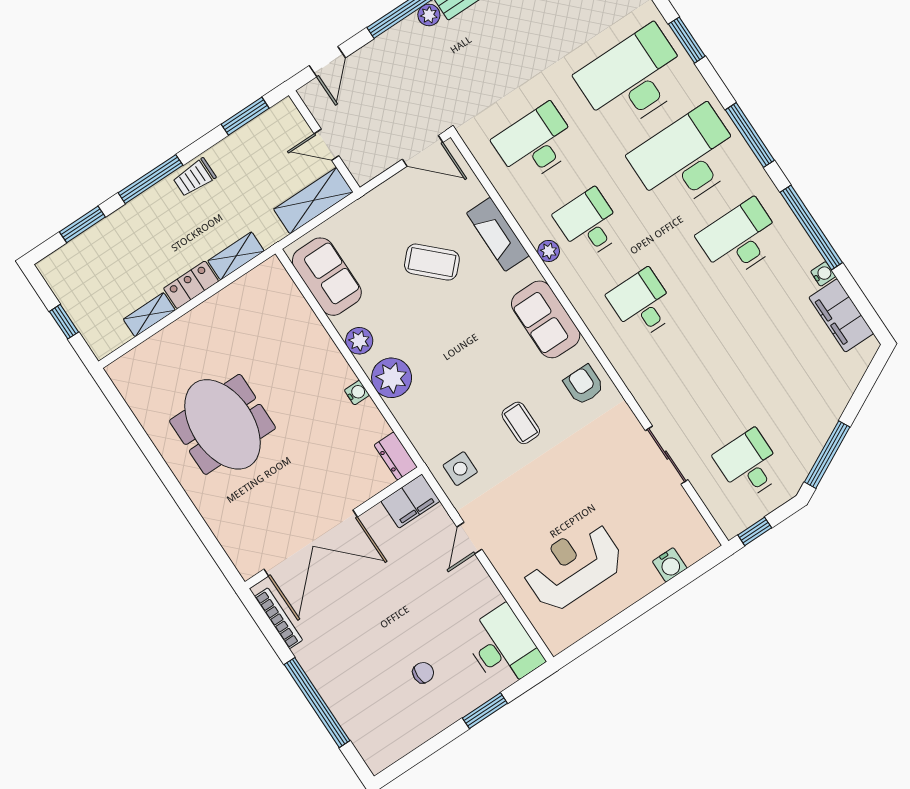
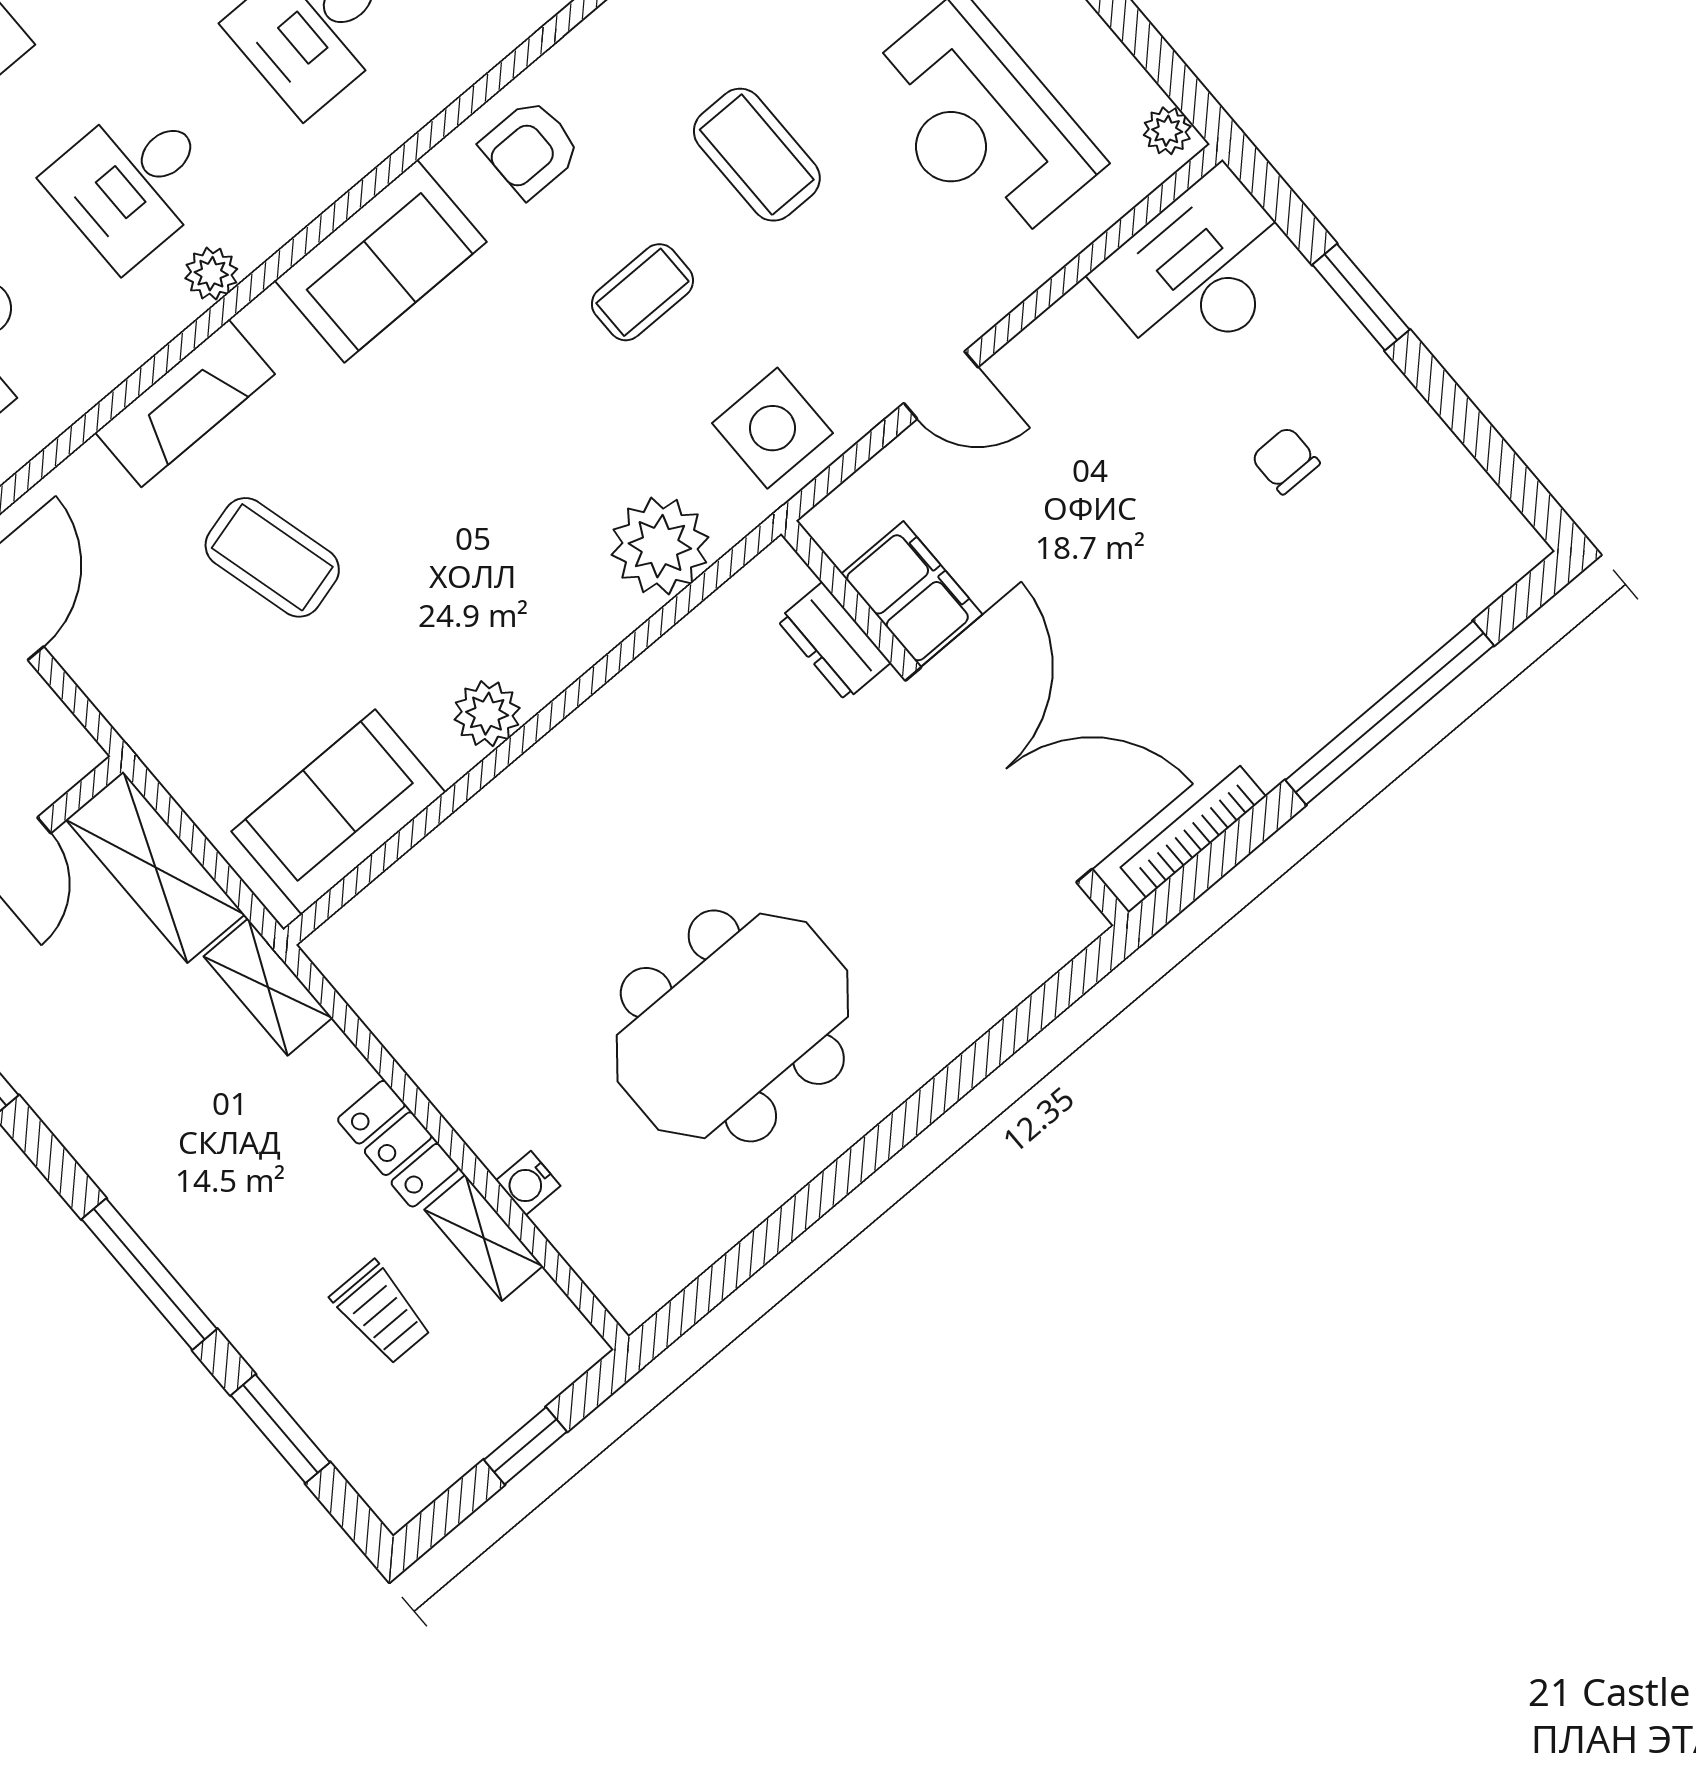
trolley: (194, 177) -> (381, 1313), moved
shelving: (236, 256) -> (268, 987), moved
coffee table: (432, 262) -> (272, 557), turned -59
plant: (392, 378) -> (660, 546), moved
water cooler: (357, 393) -> (528, 1183), moved, turned -90
dresser: (396, 456) -> (834, 641), moved, turned 90
side table: (460, 469) -> (772, 428), width x1.37, depth x1.37
coffee table: (571, 475) -> (757, 155), added
filing cabinet: (411, 501) -> (912, 594), moved
plant: (561, 641) -> (1167, 131), added

